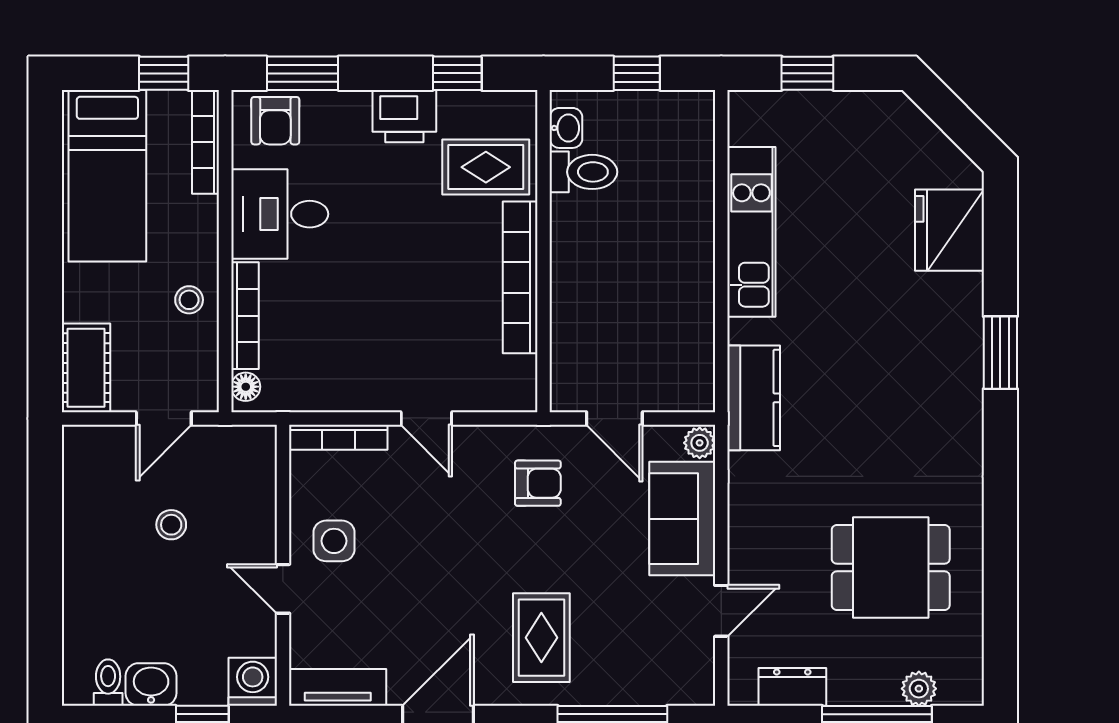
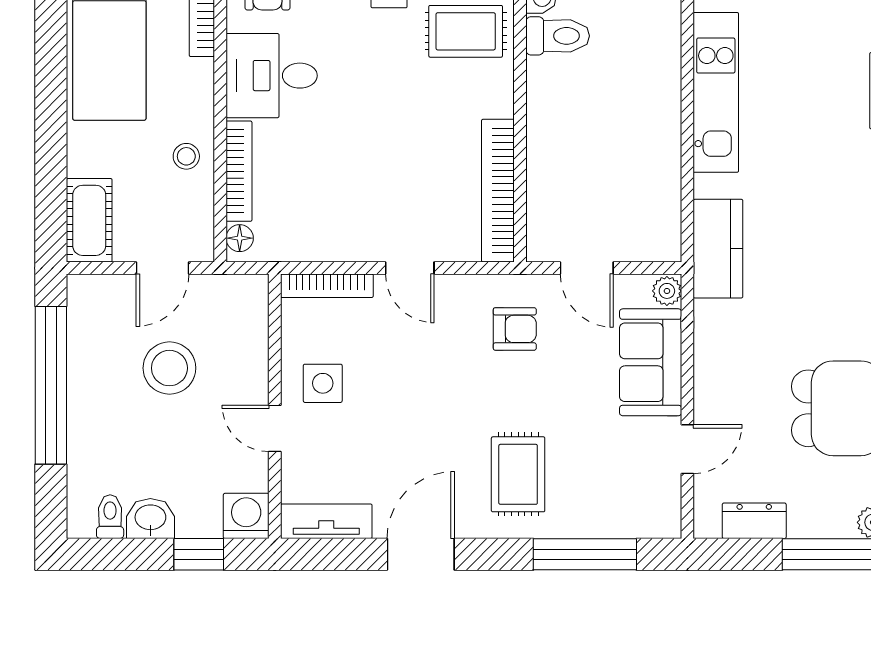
bookcase: (520, 277) -> (498, 191), moved
stool: (171, 525) -> (169, 368), width x1.89, depth x1.89
window: (45, 543) -> (51, 385), added

